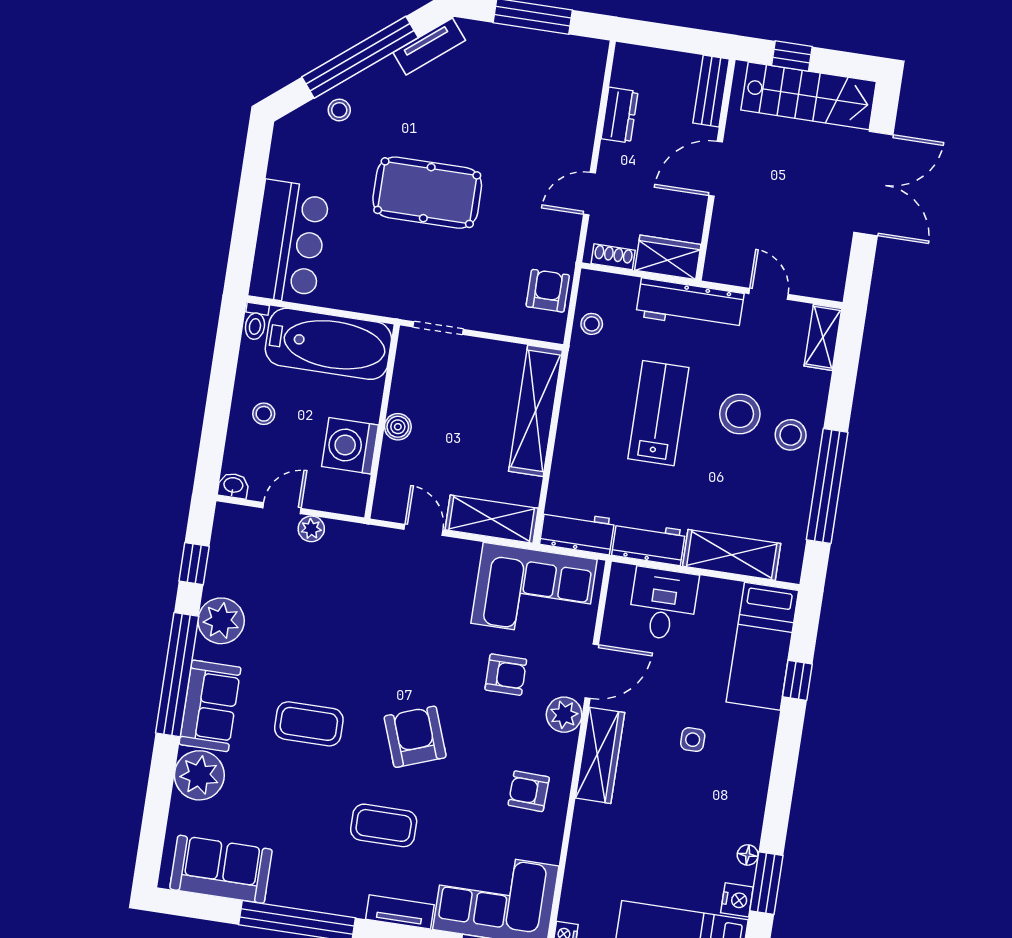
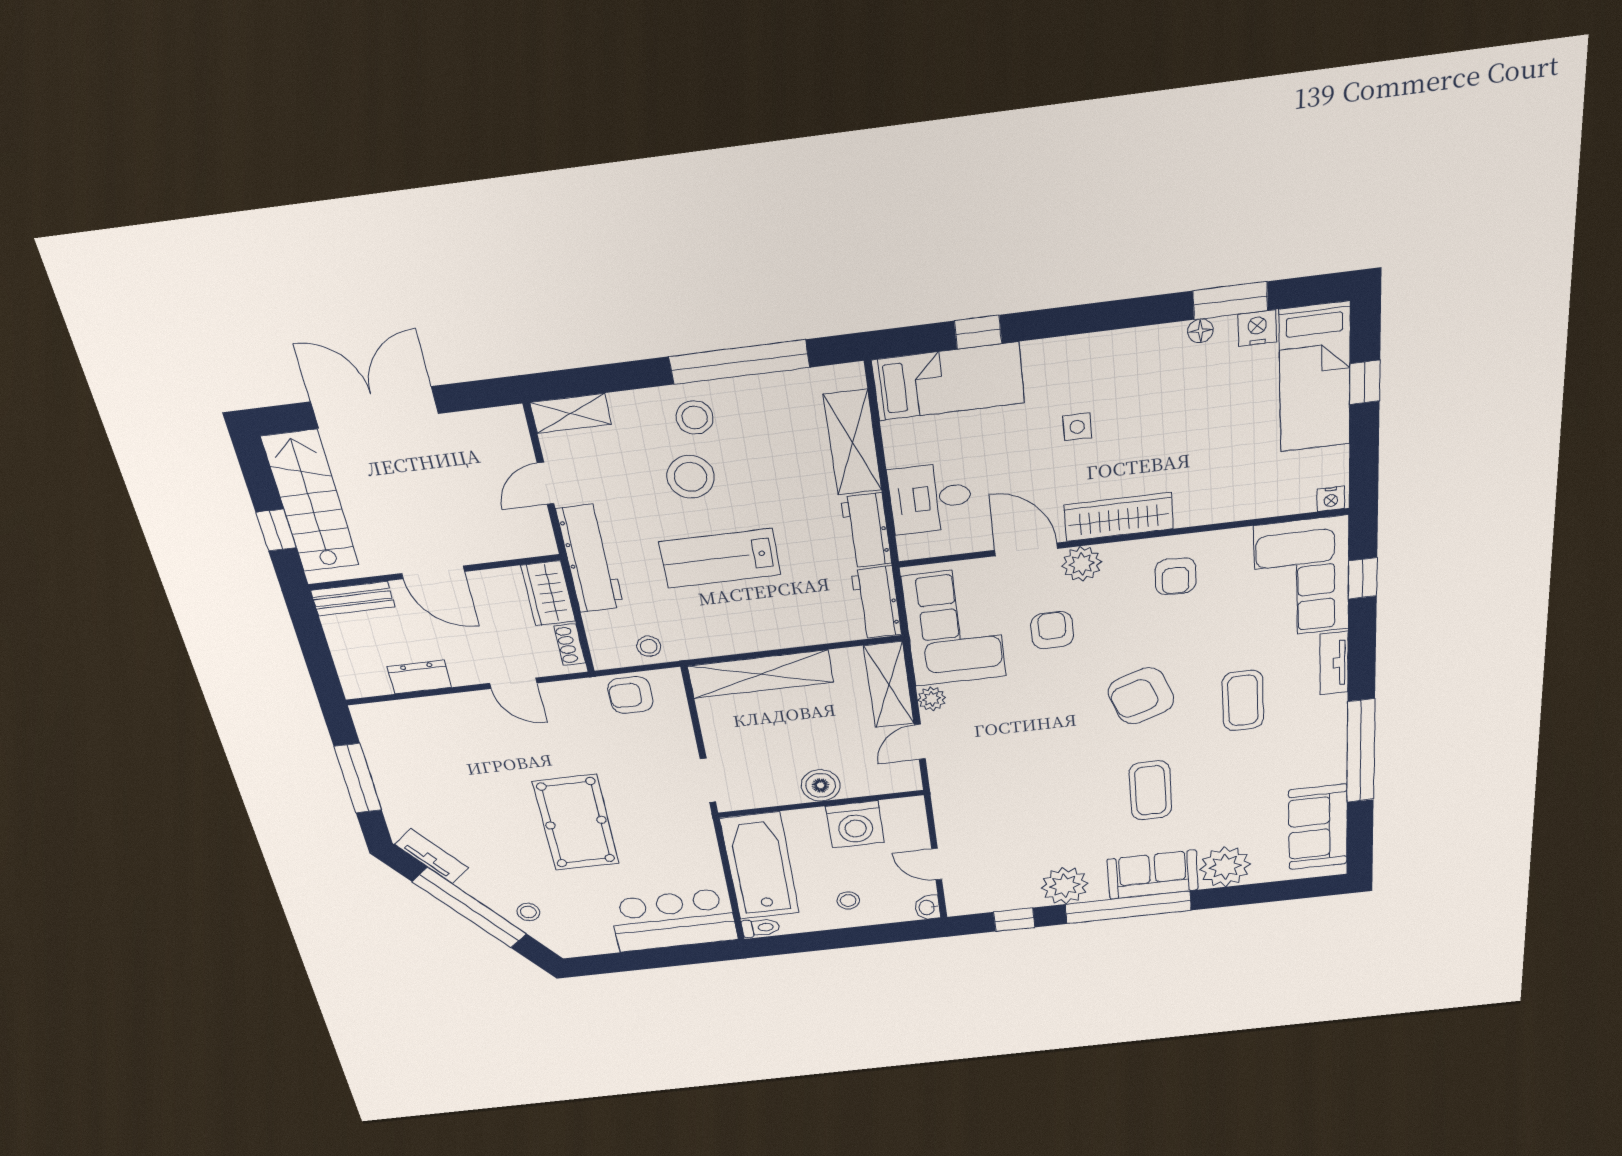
boiler: (398, 427) -> (821, 785), width x1.36, depth x1.36
plant: (311, 529) -> (932, 699), moved

